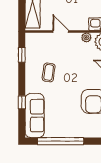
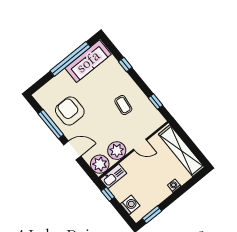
plant: (86, 37) -> (117, 151), width x1.87, depth x1.87
sofa: (35, 116) -> (88, 61), moved, turned -90

